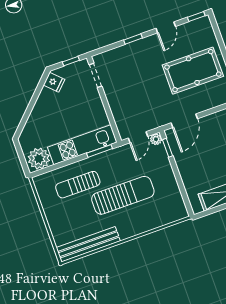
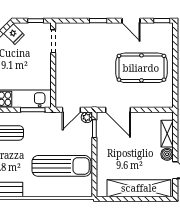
door: (166, 27) -> (131, 21), hinge flipped
door: (184, 121) -> (118, 110), hinge flipped
sun lounger: (123, 195) -> (61, 166), moved

